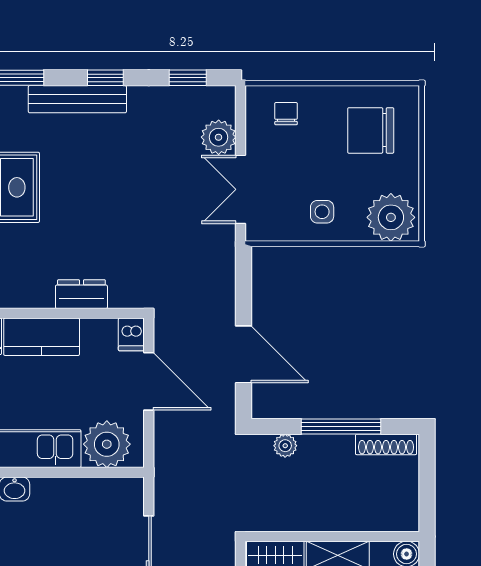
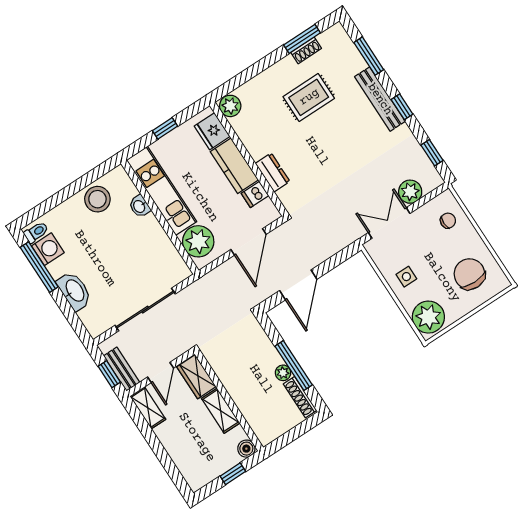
dishwasher: (131, 334) -> (255, 194), moved
plant: (285, 446) -> (283, 373), moved

